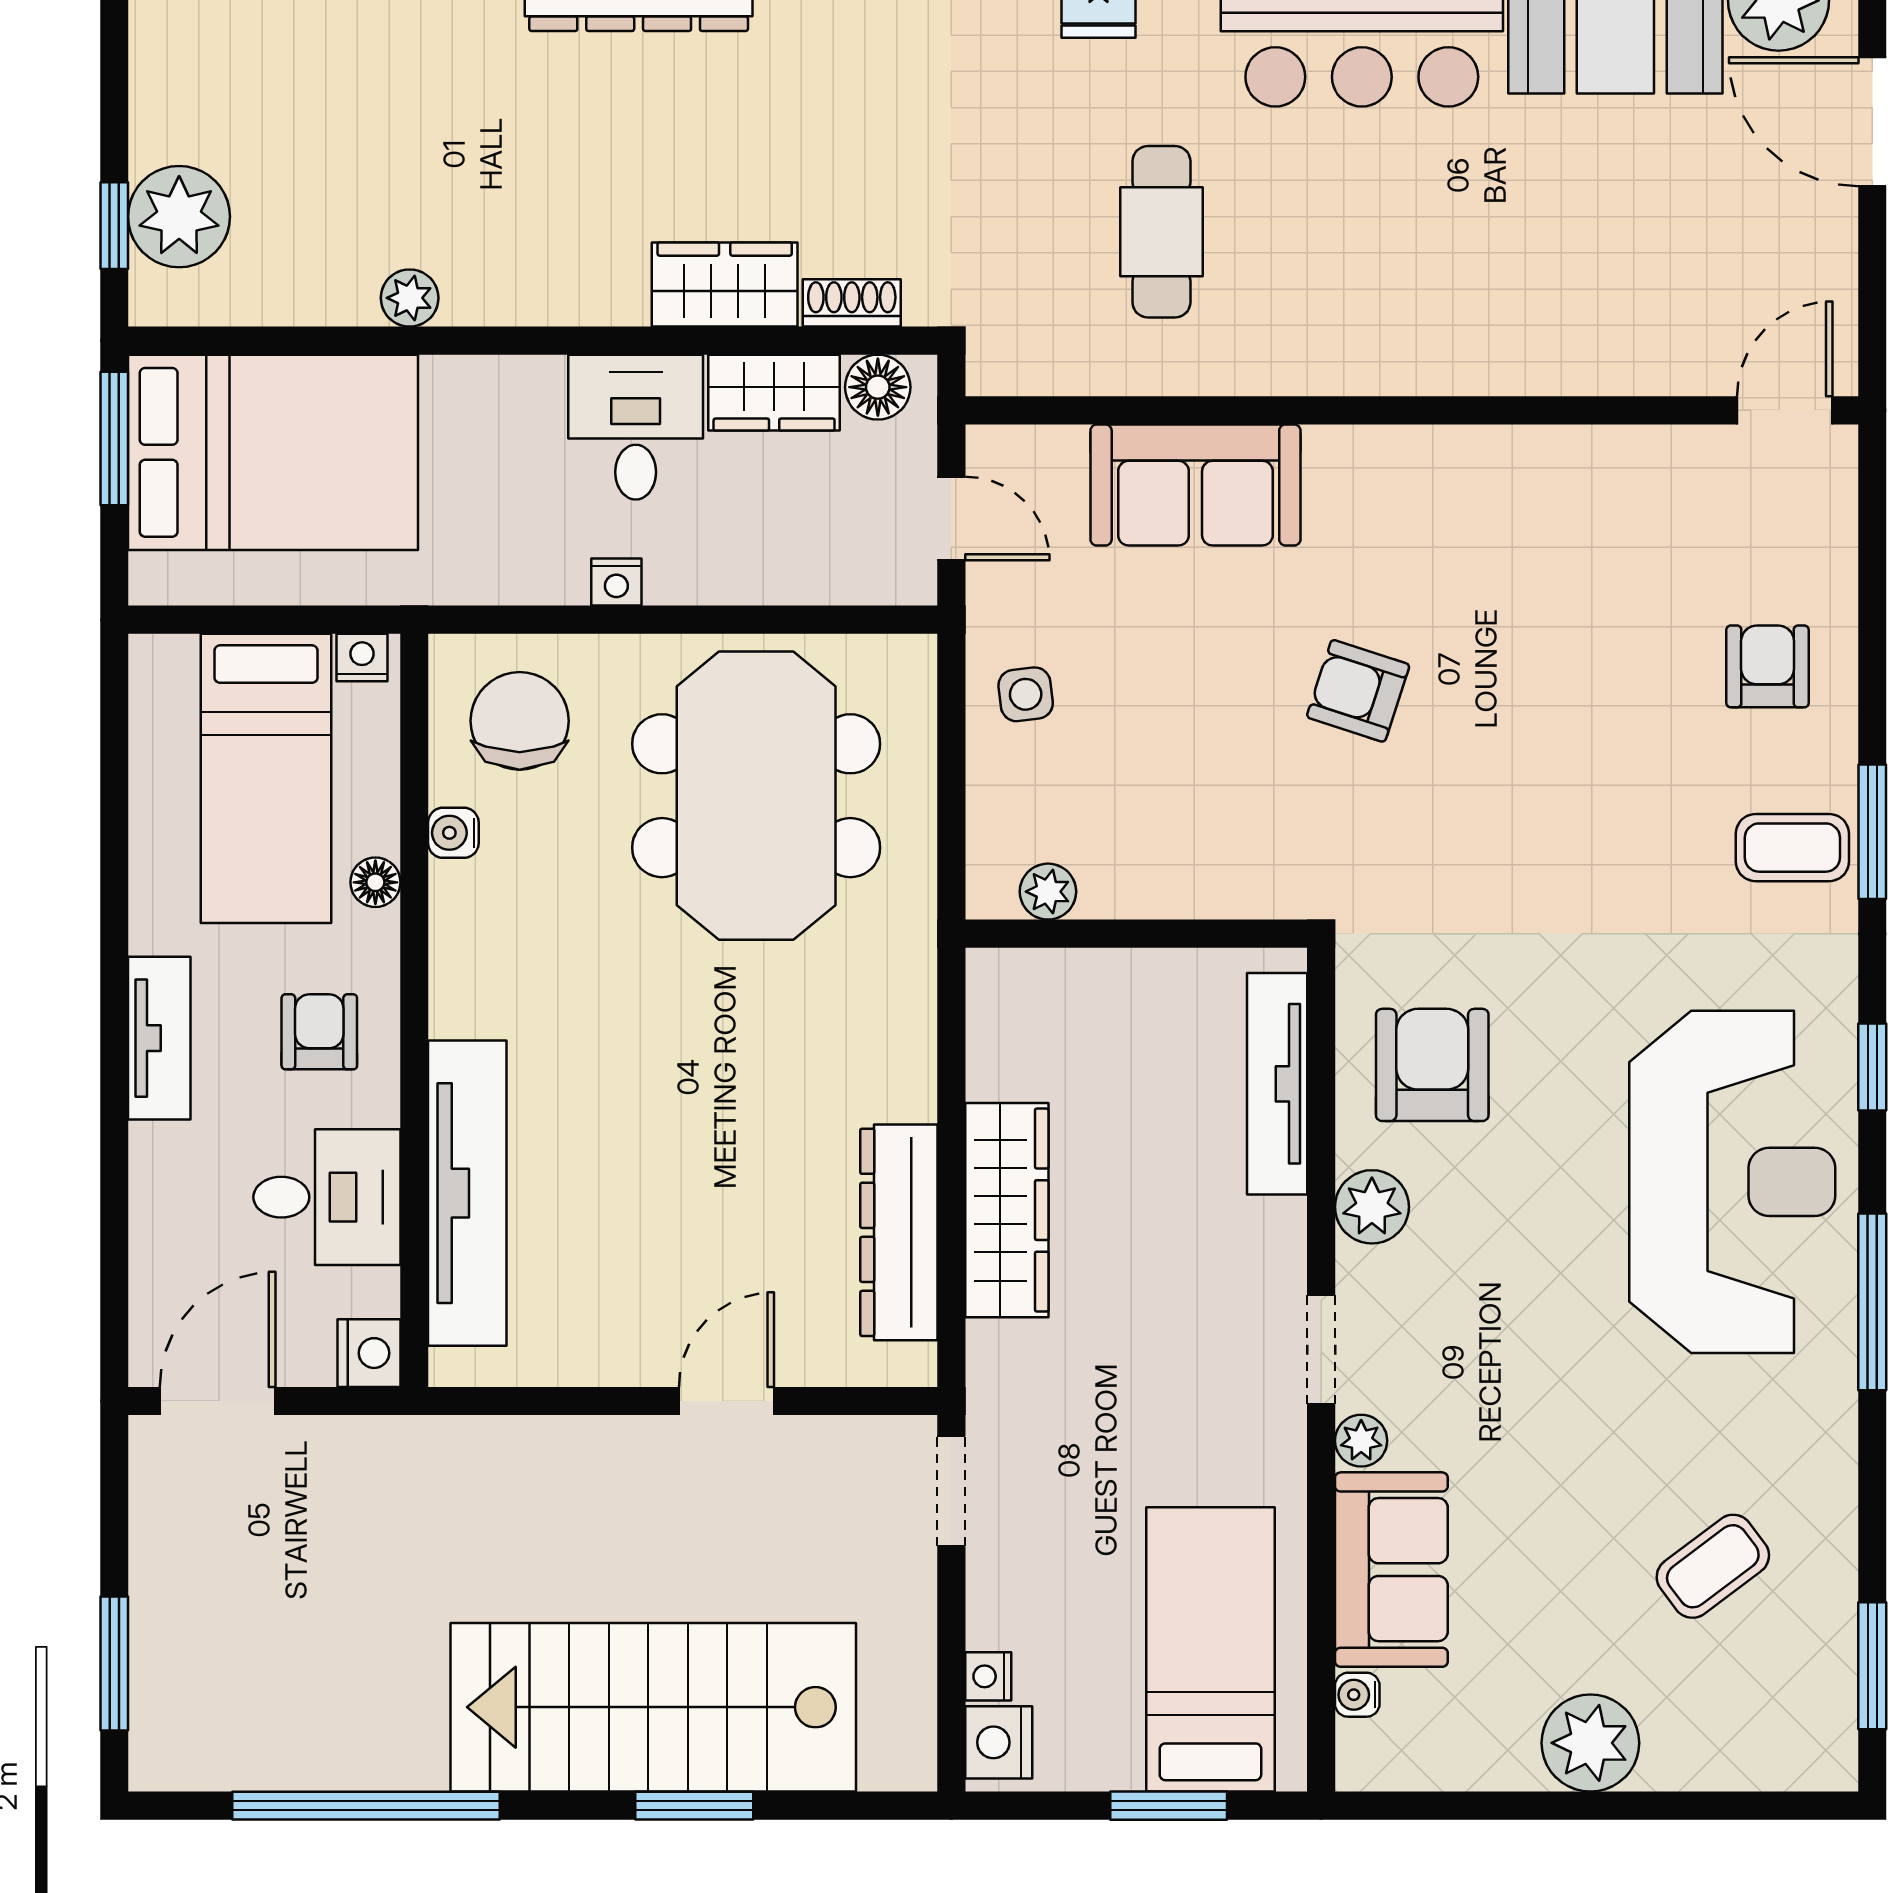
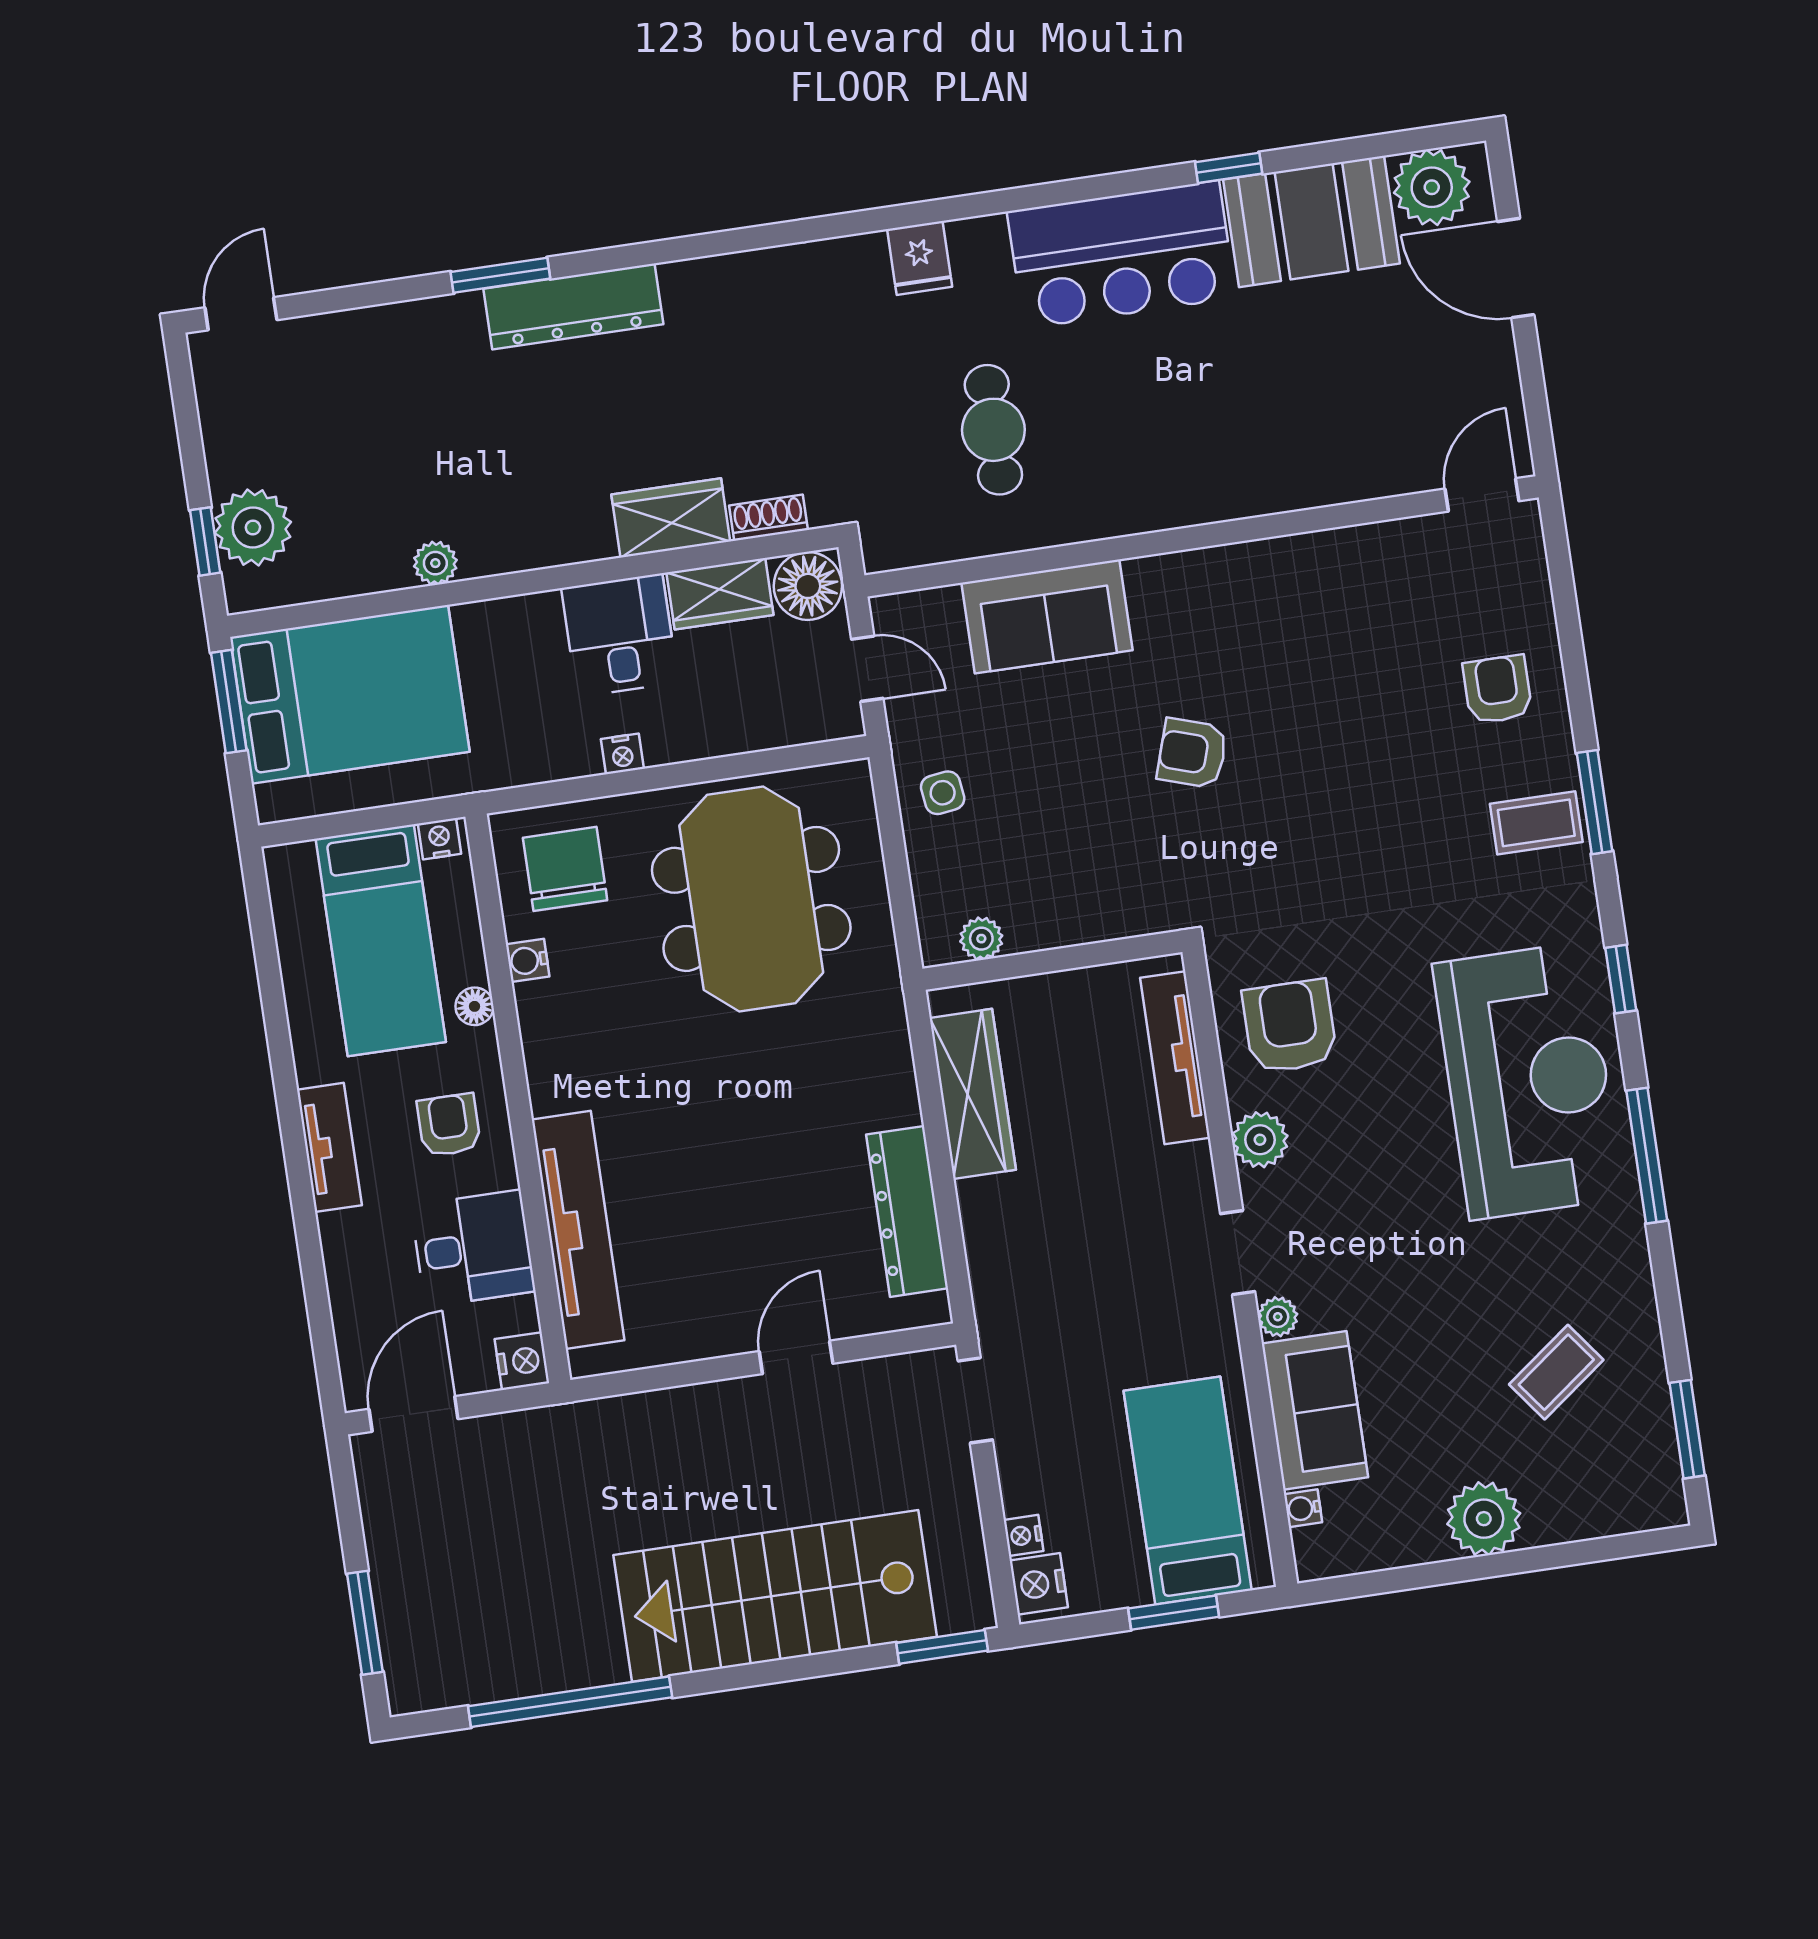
floor lamp: (878, 387) -> (808, 586), width x1.38, depth x1.38
wardrobe: (1007, 1210) -> (973, 1094), moved
window: (694, 1806) -> (942, 1647), moved

